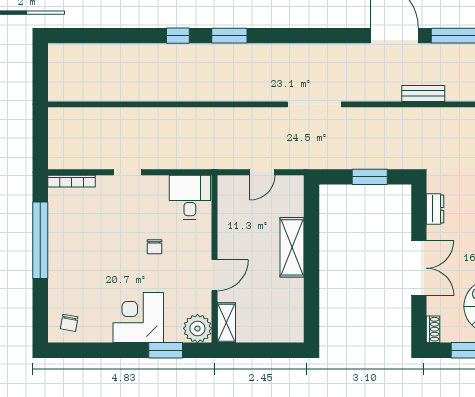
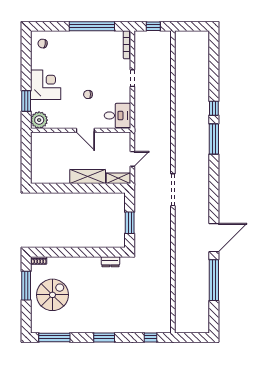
window: (229, 36) -> (214, 139), width x1.44
bench: (423, 93) -> (179, 255), removed
window: (40, 137) -> (153, 26), added
door: (262, 172) -> (132, 159), swing flipped
double door: (419, 268) -> (75, 252), removed
door: (214, 275) -> (85, 130), moved
shelving: (226, 323) -> (118, 178), moved

